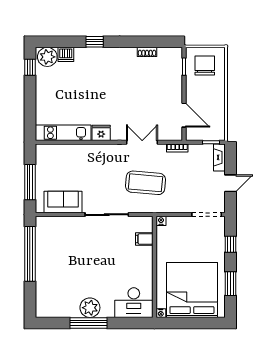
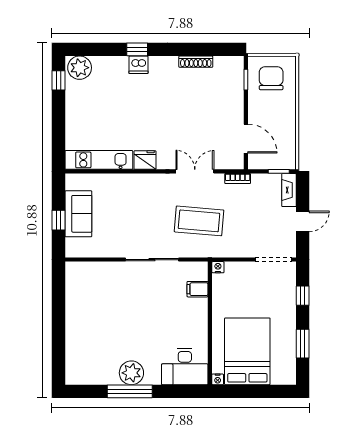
shoe rack: (147, 52) -> (196, 62), width x1.43
dishwasher: (66, 54) -> (138, 65), moved
window: (30, 182) -> (59, 220), width x0.46
sofa: (63, 202) -> (78, 214), moved, turned 90
window: (30, 254) -> (59, 307), removed
bed: (192, 290) -> (247, 351), width x0.73

